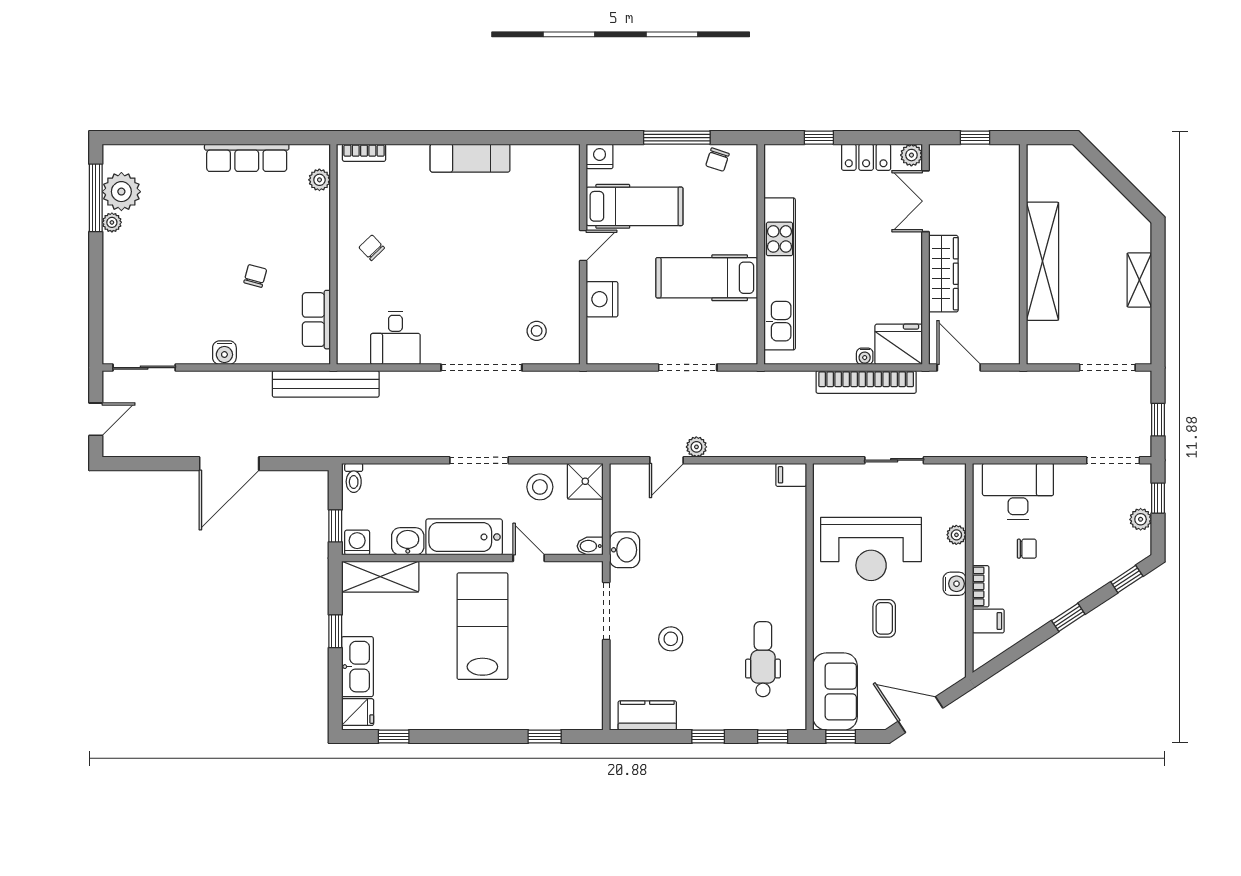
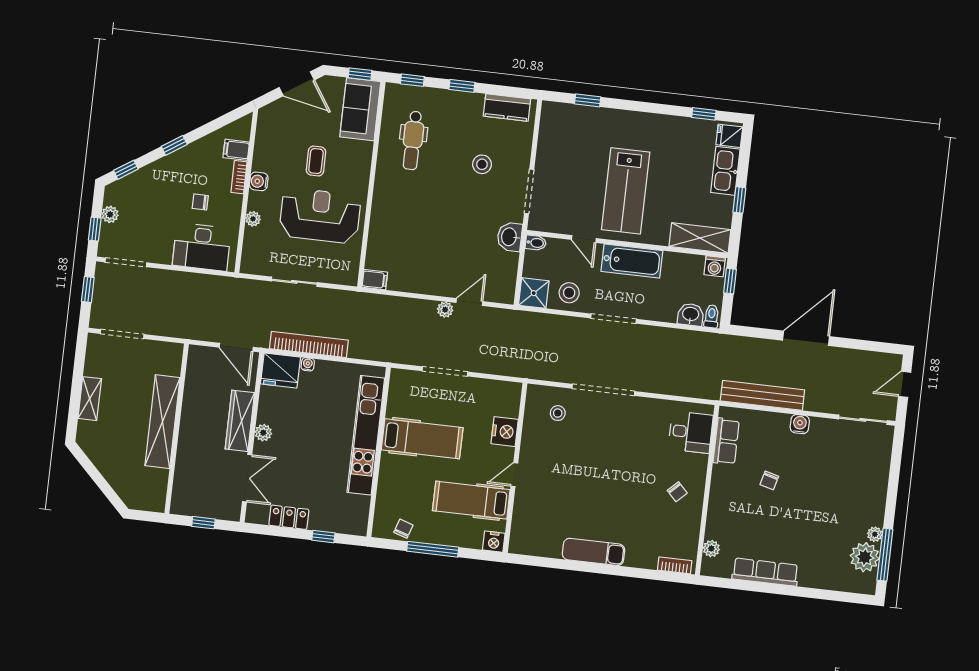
plant: (911, 155) -> (263, 433), moved
desk: (395, 338) -> (691, 432), moved, turned 90
bench: (326, 384) -> (762, 395), moved
washbasin: (408, 541) -> (691, 315), moved, turned 180

